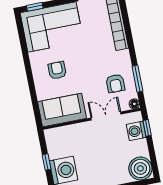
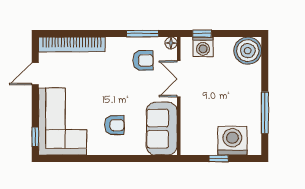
armchair: (57, 70) -> (114, 125), turned 180

